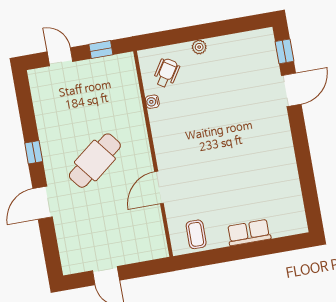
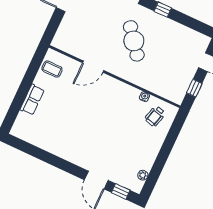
plant: (199, 47) -> (143, 175), moved
wheelchair: (166, 73) -> (155, 116), turned 72
door: (159, 188) -> (93, 67), swing flipped

